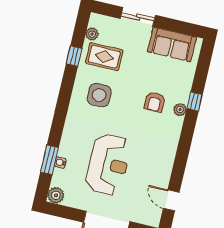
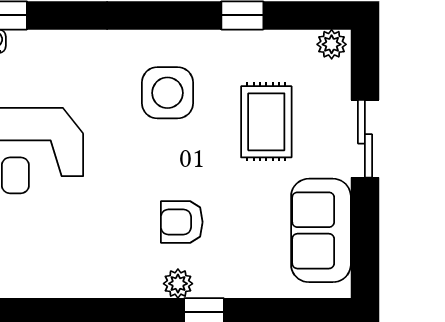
plant: (92, 34) -> (332, 44), moved
rug: (104, 57) -> (266, 122), moved

